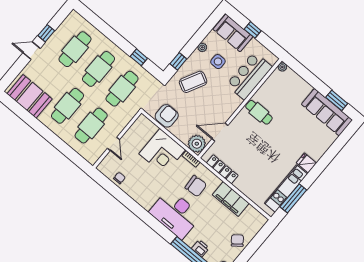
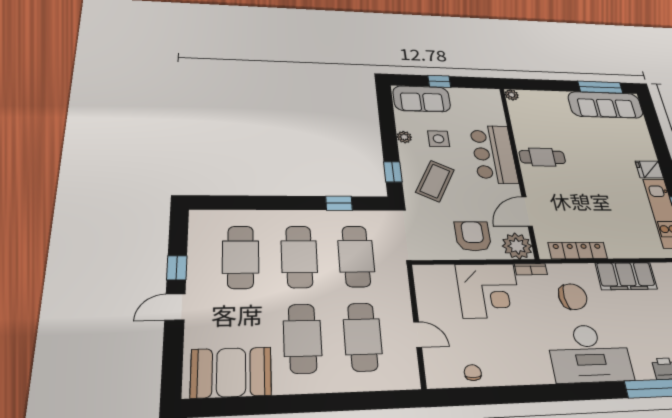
bar counter: (249, 76) -> (494, 154), moved
window: (337, 100) -> (600, 87), width x1.44
armchair: (167, 116) -> (473, 236), moved

